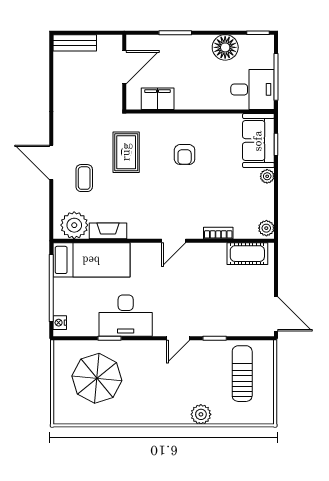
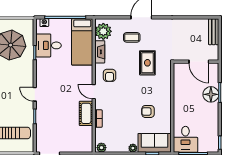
floor lamp: (225, 47) -> (211, 94), moved
filing cabinet: (158, 99) -> (180, 82), removed
rug: (126, 152) -> (147, 63), turned 90
armchair: (185, 155) -> (148, 111), moved
armchair: (147, 215) -> (110, 75), added
cot: (247, 254) -> (86, 113), moved
desk: (126, 316) -> (49, 45), moved, width x0.73

